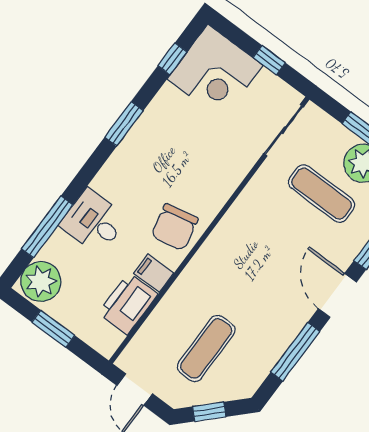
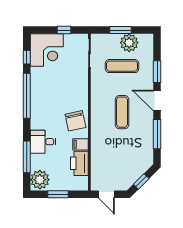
window: (124, 124) -> (27, 96), width x2.11
exercise mat: (206, 348) -> (122, 112), moved

